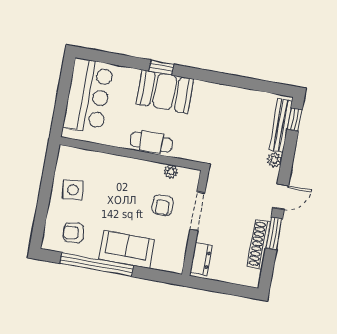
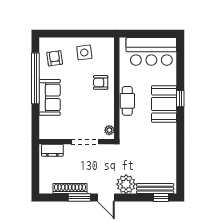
plant: (274, 160) -> (126, 184), width x1.88, depth x1.88
plant: (171, 171) -> (109, 130), moved
armchair: (163, 205) -> (101, 82), moved

